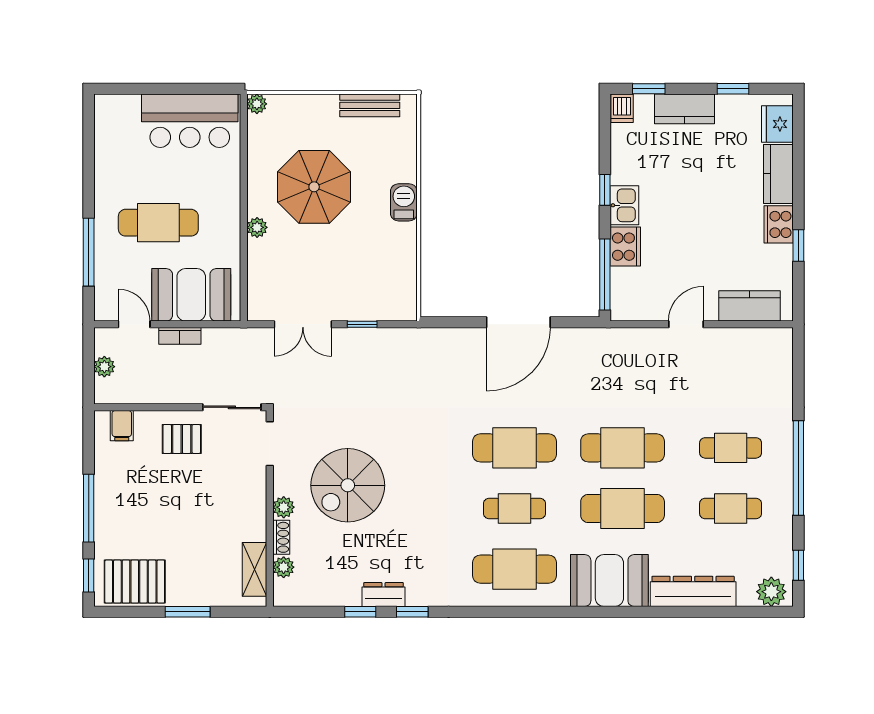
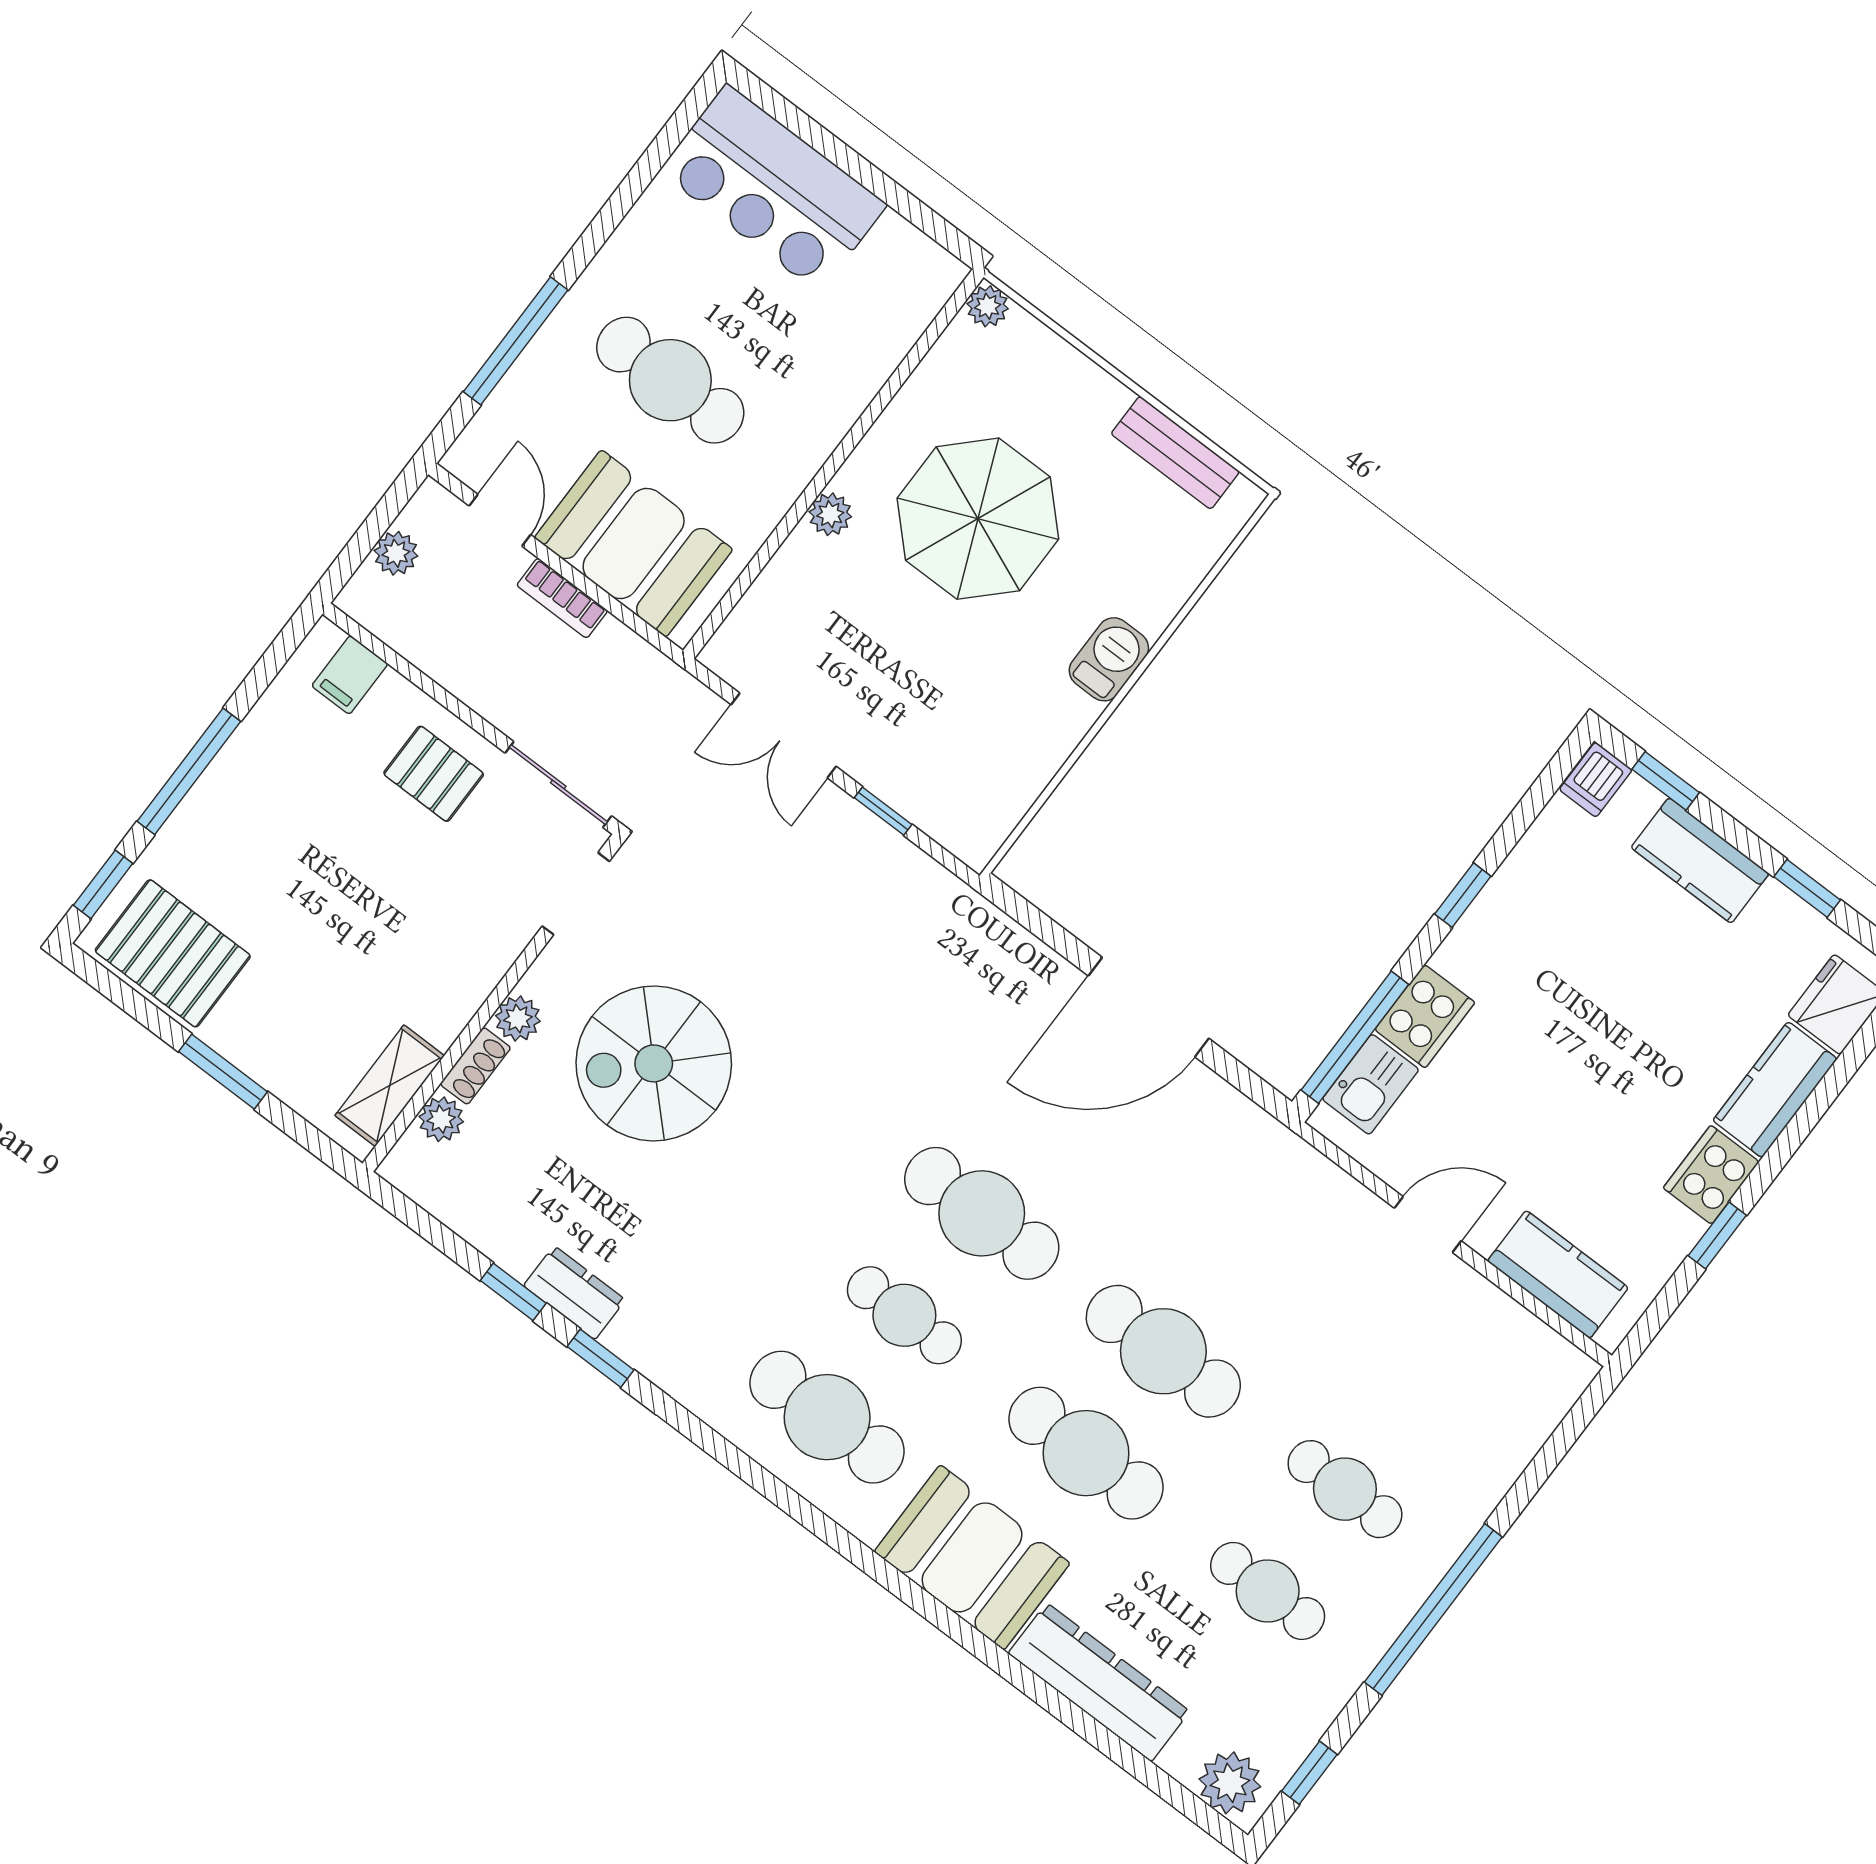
bar counter: (190, 121) -> (773, 188), moved
kitchen sink: (624, 205) -> (1371, 1084), moved

